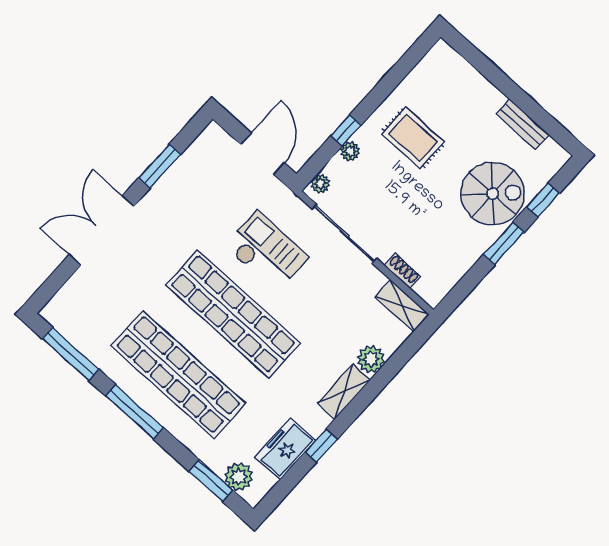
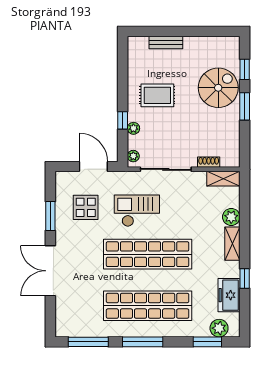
bench: (523, 124) -> (166, 43), moved
display table: (210, 194) -> (86, 207), added

